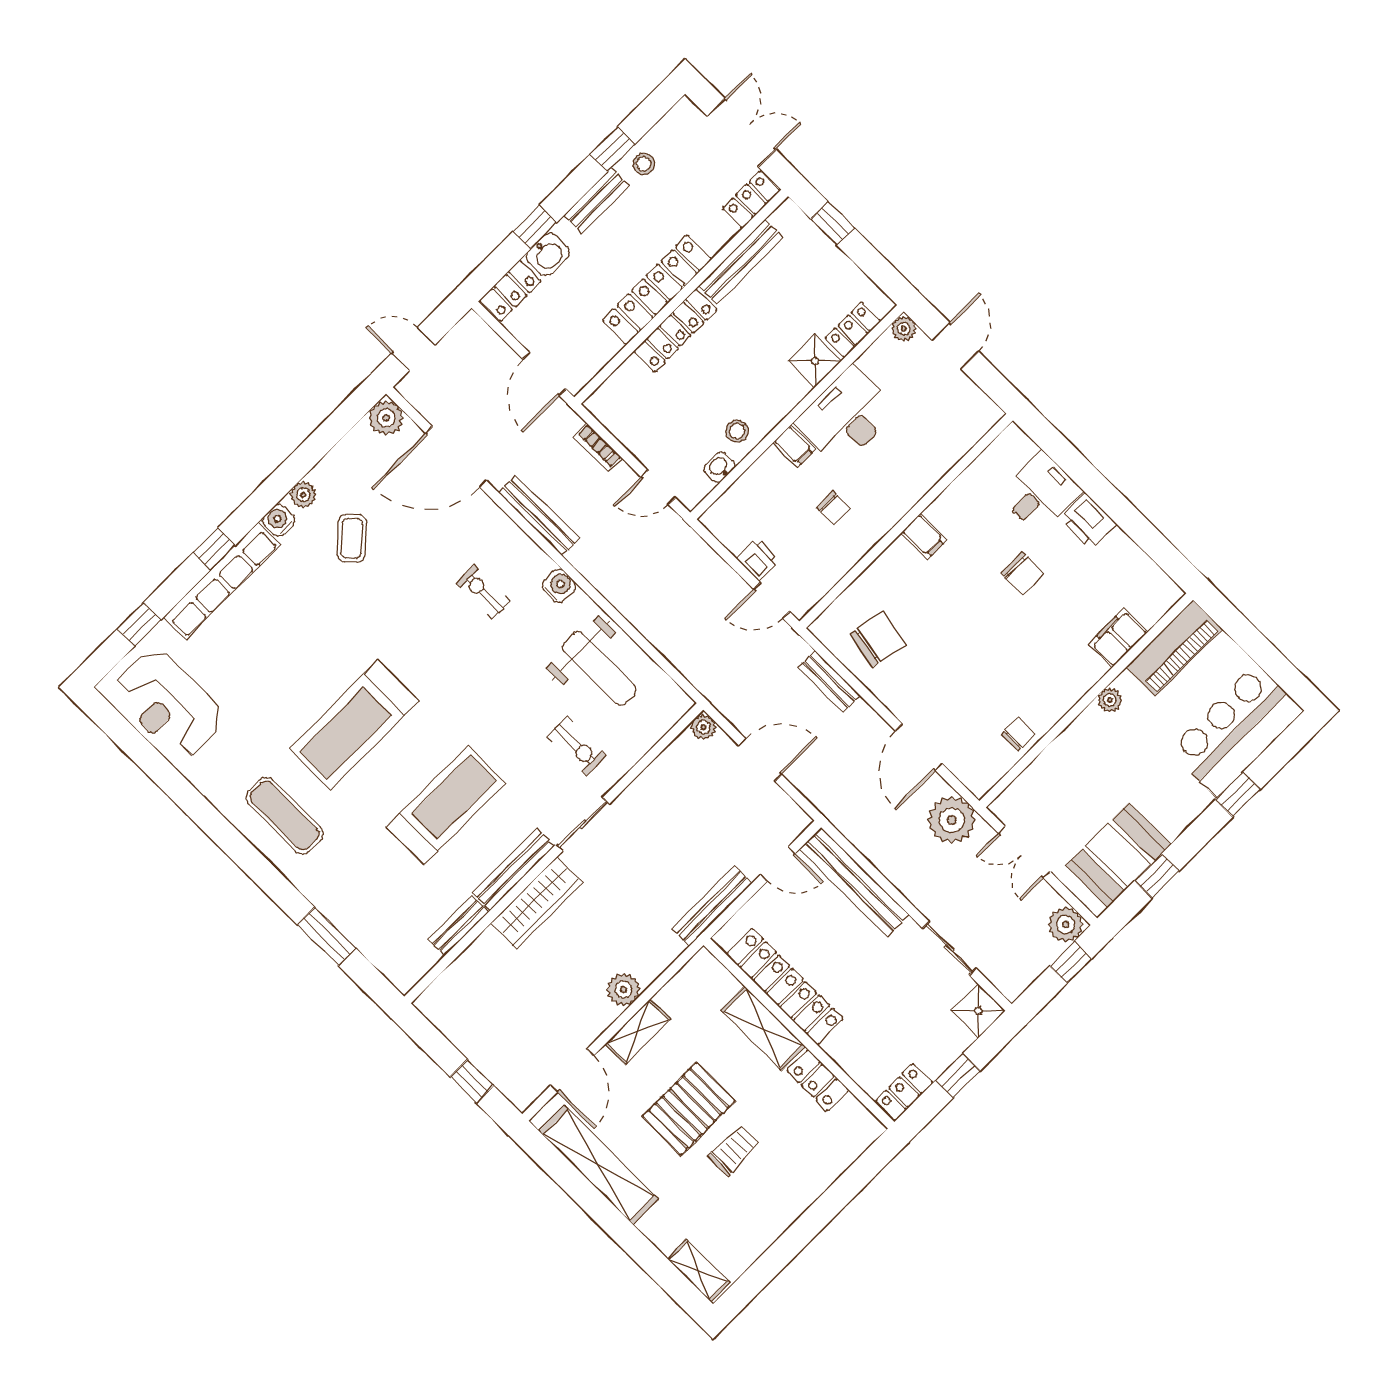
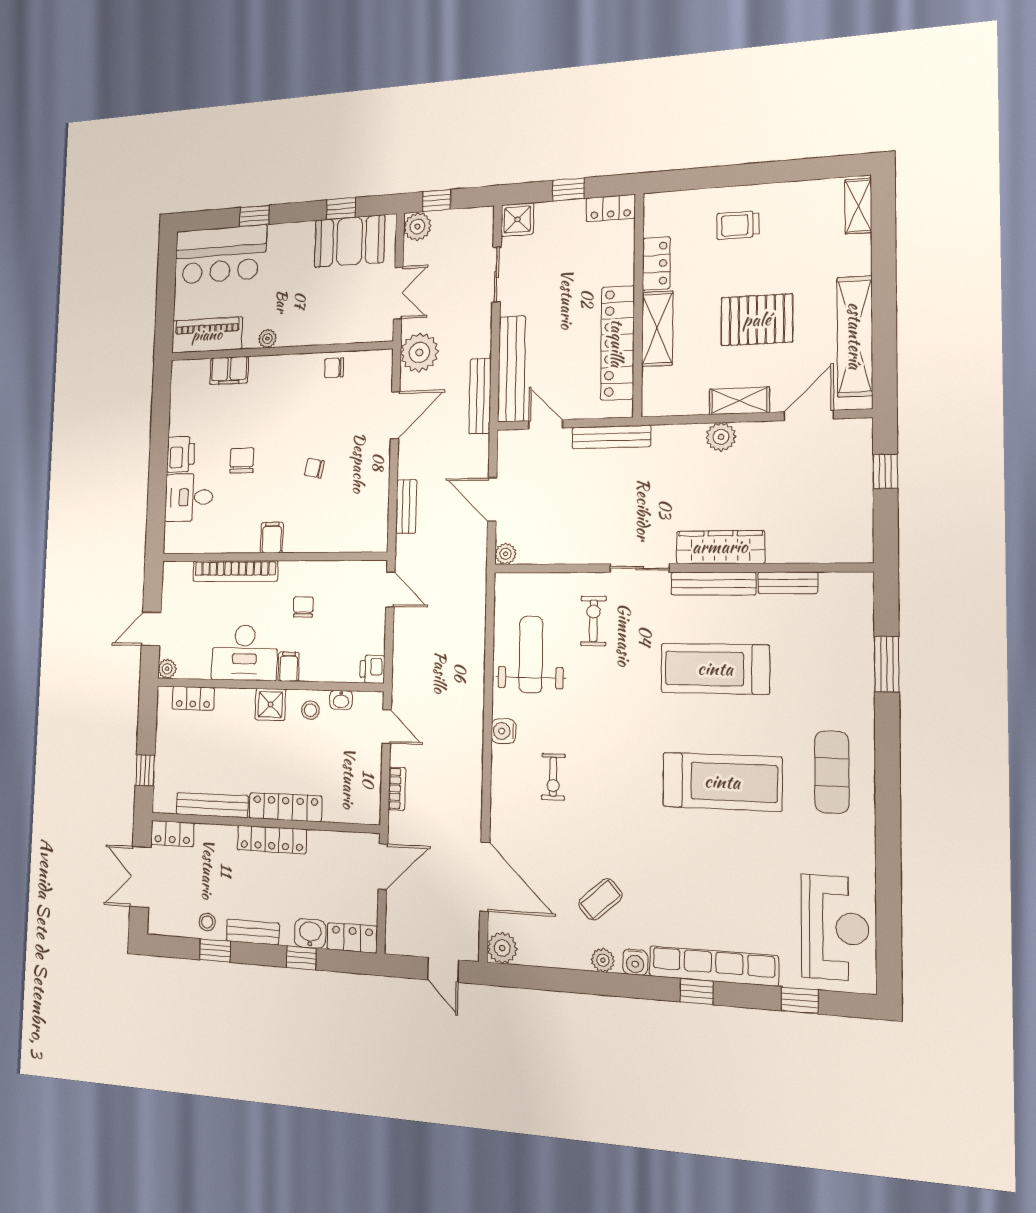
locker: (657, 290) -> (272, 840), width x0.71, depth x0.83
shower: (815, 361) -> (270, 704), moved
bookcase: (928, 474) -> (235, 571), added
bench: (539, 515) -> (480, 396), moved
printer: (758, 559) -> (372, 669), moved
chair: (878, 639) -> (314, 468), moved, width x0.54, depth x0.54
trolley: (734, 1150) -> (738, 225), moved

